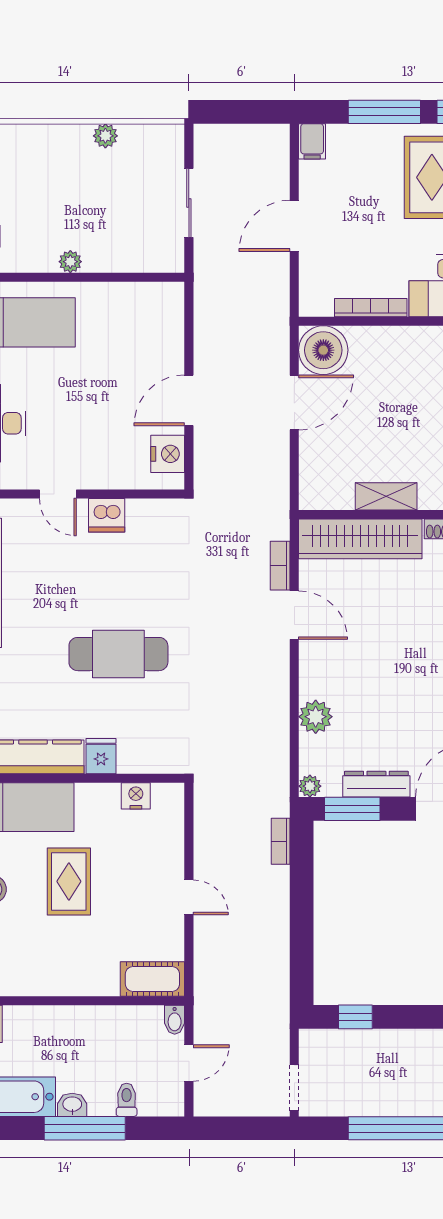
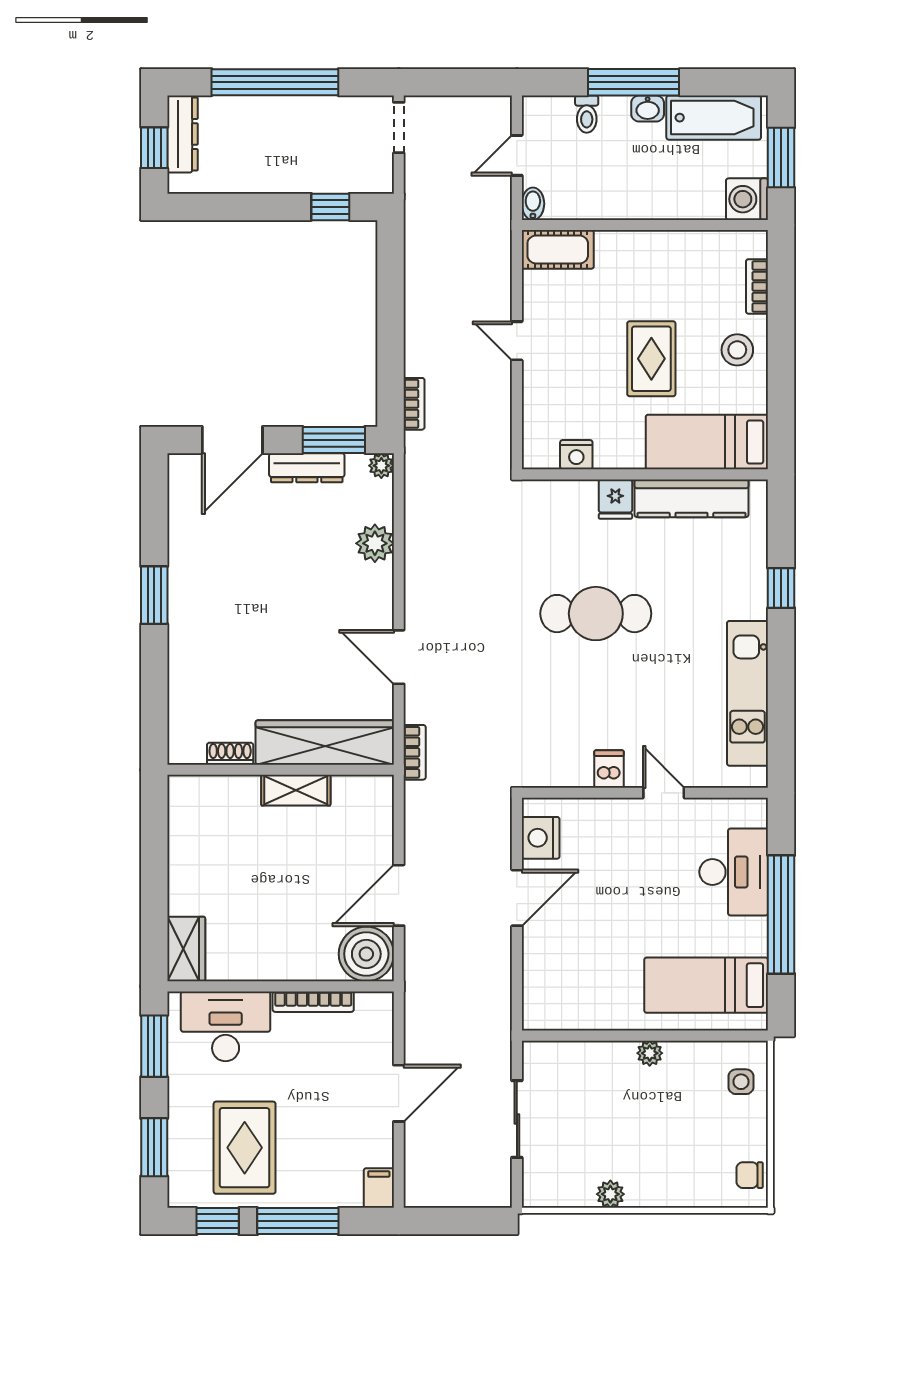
dishwasher: (107, 515) -> (609, 769), width x0.73
bookcase: (280, 566) -> (415, 752), moved

